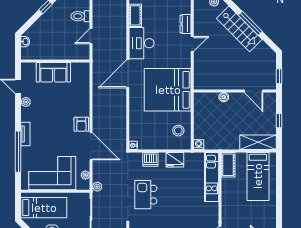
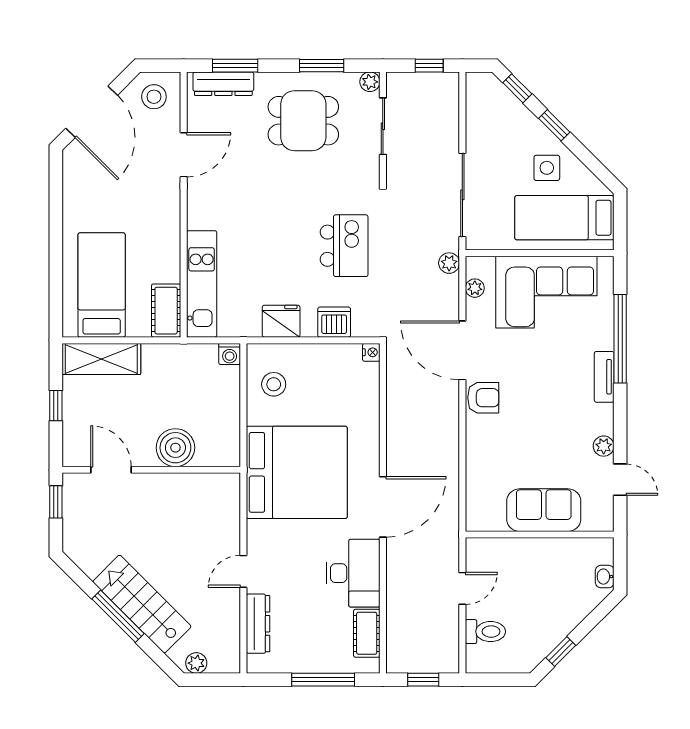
dresser: (186, 24) -> (258, 624), width x1.44
boiler: (224, 97) -> (175, 448), width x1.86, depth x1.86
armchair: (81, 124) -> (483, 398), turned 90

